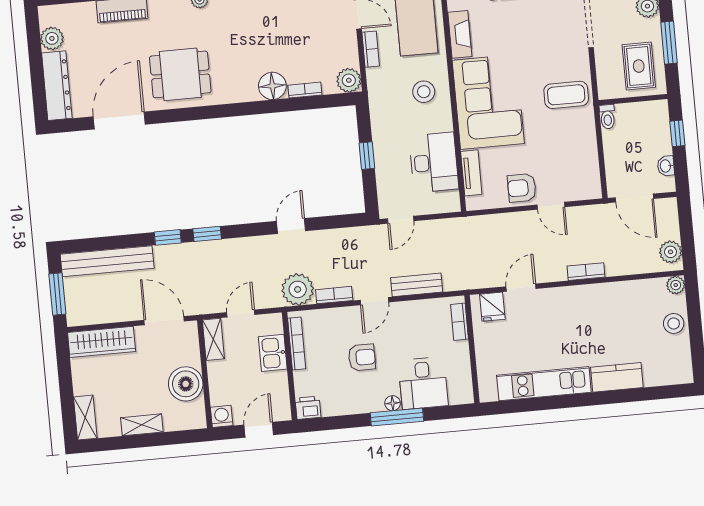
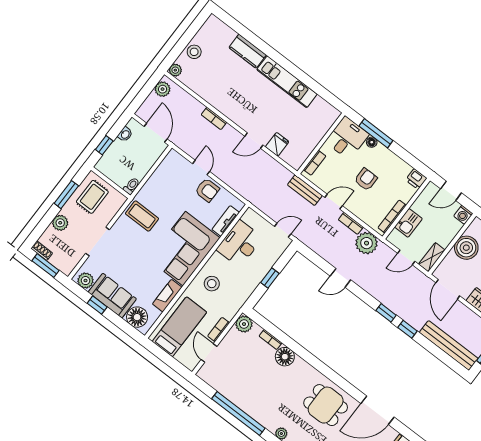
bookcase: (460, 322) -> (315, 163), moved
wall: (472, 349) -> (321, 143), moved
armchair: (362, 357) -> (366, 179), turned 90

